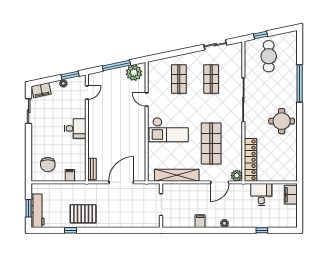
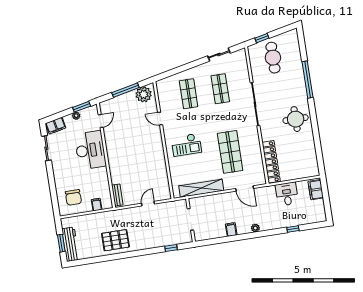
desk: (75, 128) -> (90, 150), width x1.87, depth x1.30
checkout: (169, 130) -> (186, 145), width x0.73, depth x0.83
plant: (237, 176) -> (260, 179), removed
door: (121, 182) -> (148, 204), width x0.53
door: (220, 182) -> (245, 188), hinge flipped
window: (70, 230) -> (171, 248), moved

